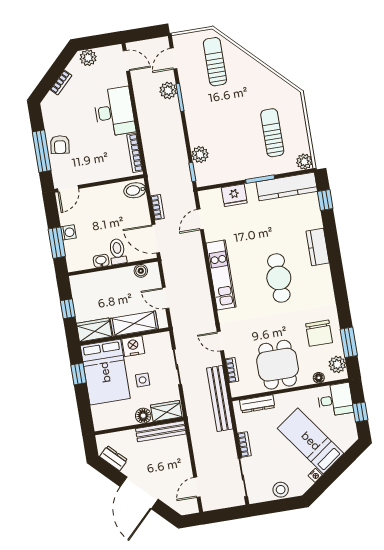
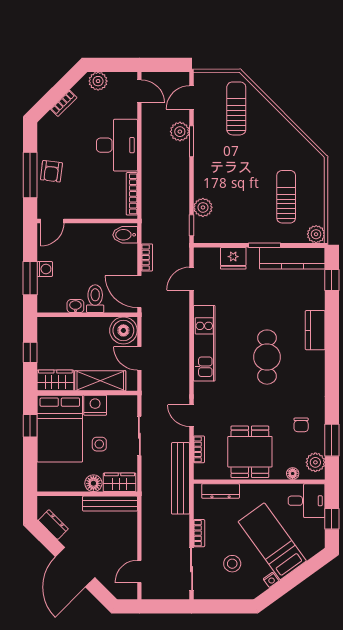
boiler: (141, 271) -> (123, 330), width x1.86, depth x1.86
chair: (319, 333) -> (301, 425), width x0.54, depth x0.54
stool: (281, 490) -> (232, 564), moved

